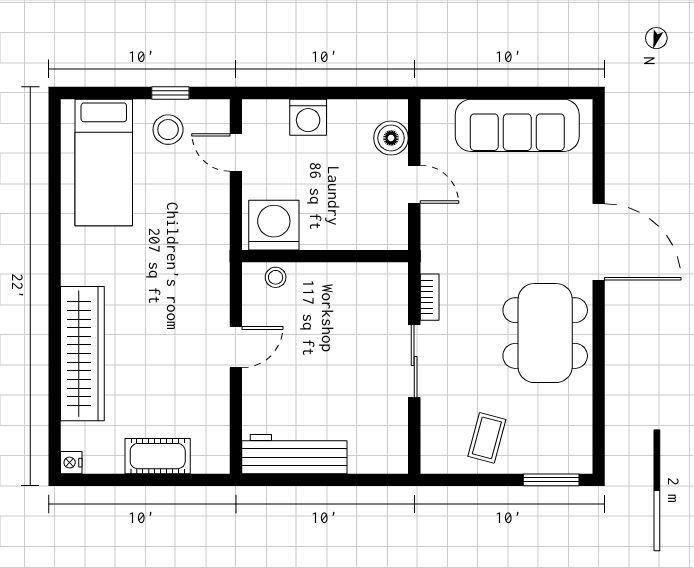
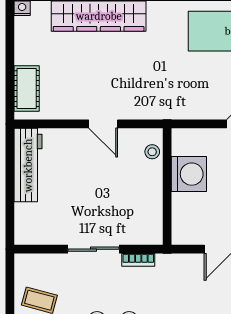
washing machine: (274, 225) -> (189, 174), moved
cot: (158, 456) -> (27, 88), moved

